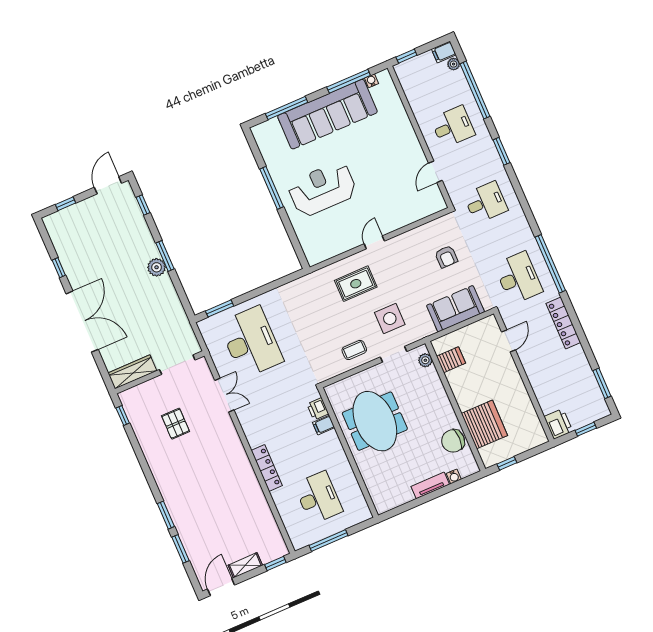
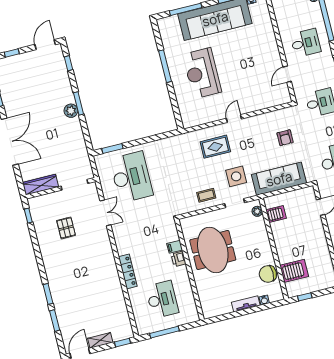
reception desk: (322, 189) -> (202, 73), turned -90
sofa: (455, 309) -> (279, 179), width x1.36
printer: (318, 409) -> (179, 259), moved
server rack: (484, 424) -> (294, 271), width x0.62

